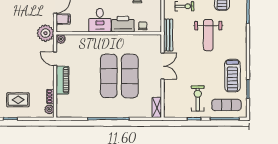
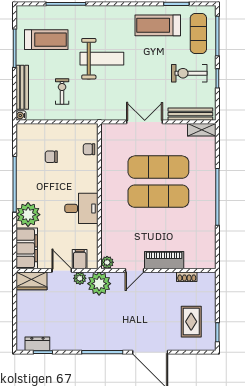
printer: (123, 24) -> (87, 177), removed
bench: (168, 35) -> (190, 114), moved
treadmill: (232, 76) -> (158, 25), turned 180
plant: (49, 109) -> (80, 278), moved

